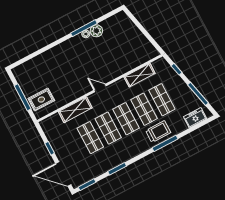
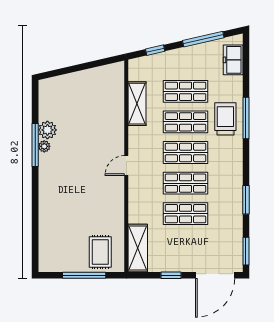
shelving: (75, 110) -> (138, 248), moved

